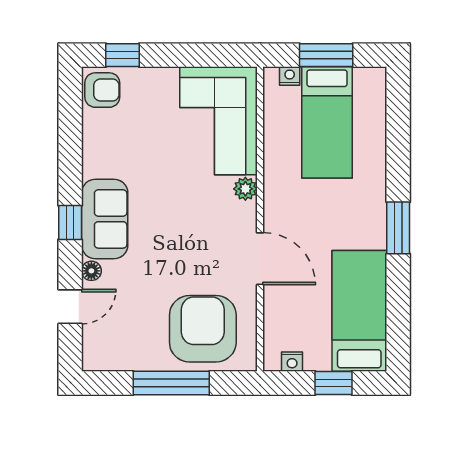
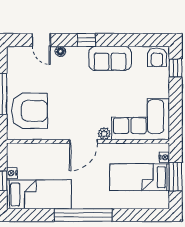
sofa: (105, 219) -> (110, 58), moved
window: (398, 228) -> (83, 215), width x2.11
door: (260, 259) -> (84, 141), moved
nightstand: (292, 362) -> (12, 173), moved

